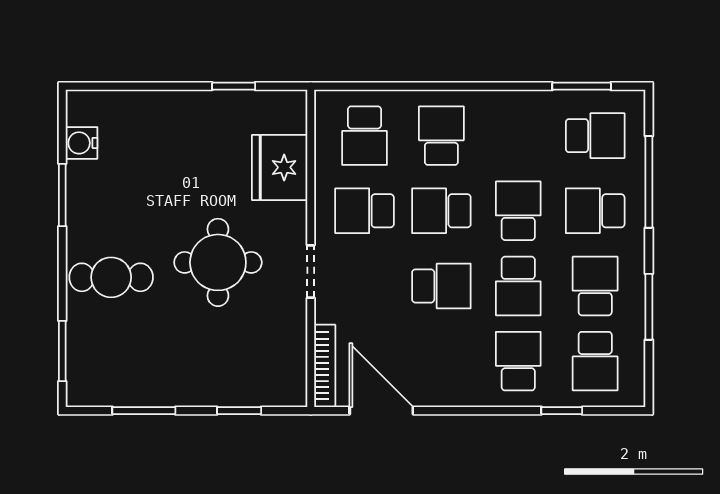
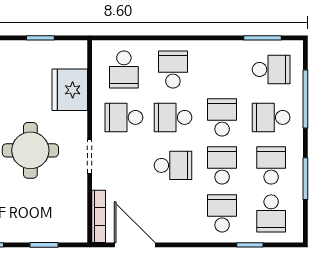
school desk: (518, 286) -> (222, 165), turned 180

